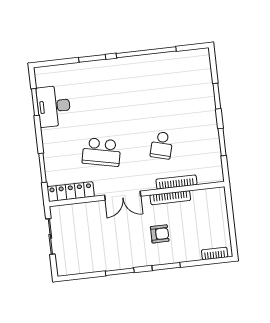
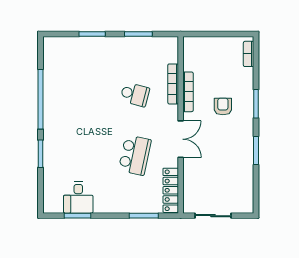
desk: (54, 106) -> (78, 198), width x0.73

